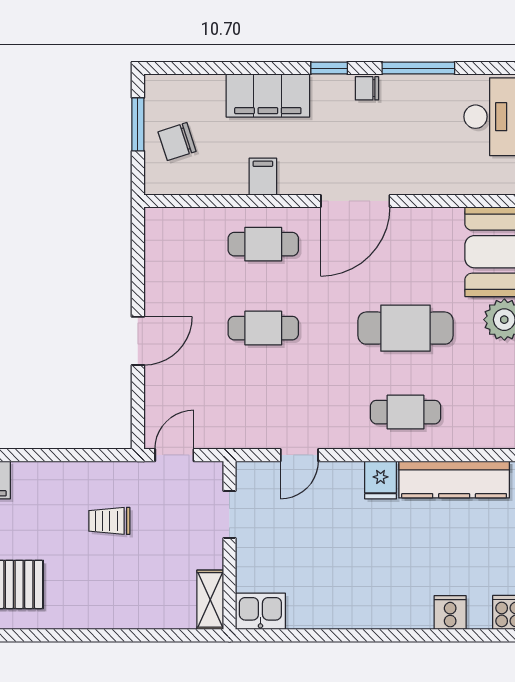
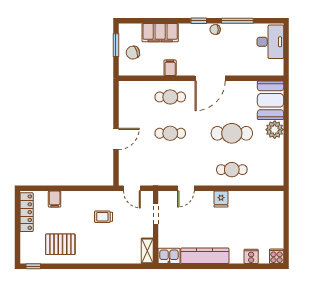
filing cabinet: (268, 96) -> (160, 33), moved
door: (174, 455) -> (132, 188), swing flipped
kitchen counter: (454, 480) -> (205, 256), moved, turned 180

